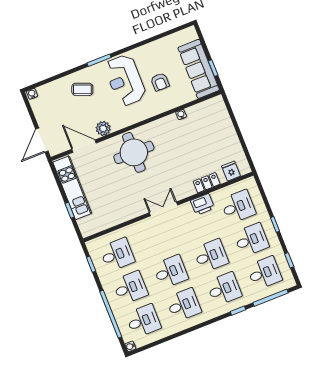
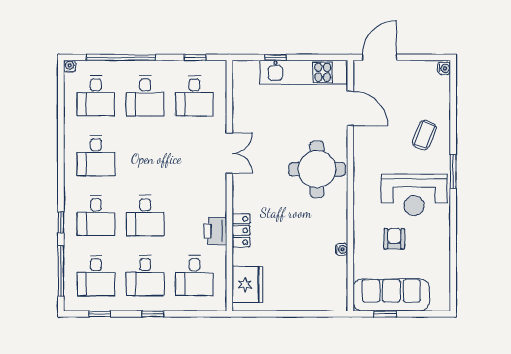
reception desk: (125, 80) -> (414, 195), turned 180
armchair: (160, 82) -> (394, 239), turned 90
plant: (103, 128) -> (363, 142), removed
door: (42, 140) -> (379, 57), hinge flipped
door: (84, 146) -> (350, 108), hinge flipped
fridge: (231, 171) -> (248, 285), width x1.88, depth x1.34
locker: (207, 183) -> (241, 230), moved
double door: (164, 209) -> (229, 153), moved
desk: (171, 272) -> (145, 156), removed

